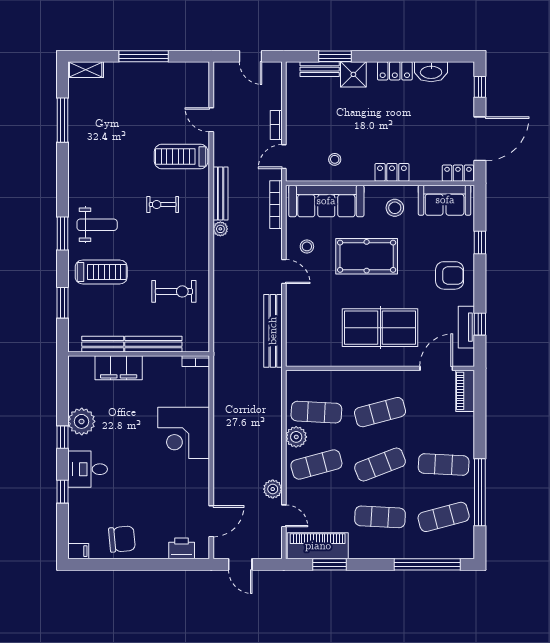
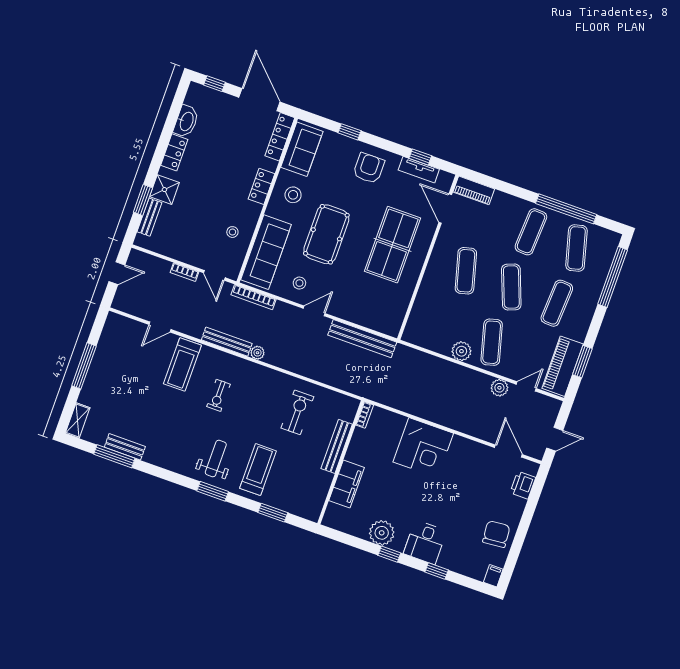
locker: (458, 173) -> (280, 137), width x1.53
bench: (103, 344) -> (125, 447), moved, turned 90
exercise mat: (316, 412) -> (446, 326), removed

